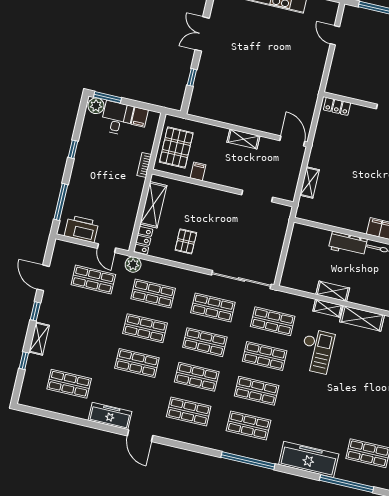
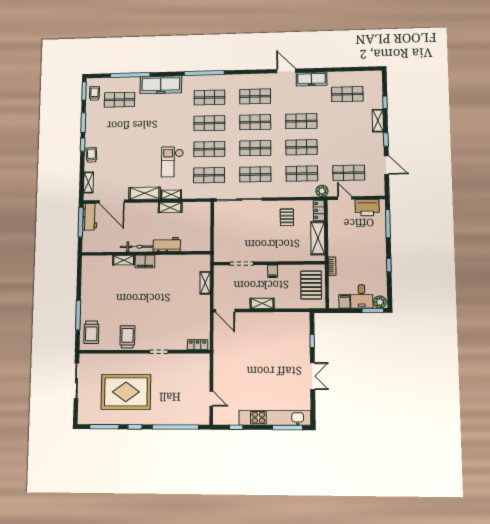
filing cabinet: (198, 171) -> (273, 271), moved

